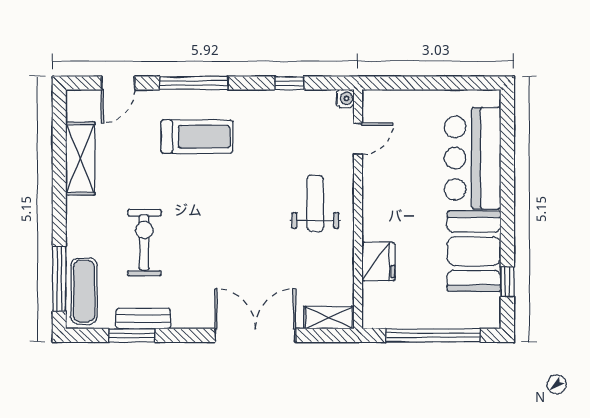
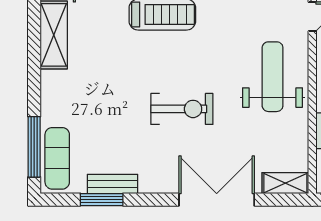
weight bench: (315, 203) -> (273, 77), width x1.36, depth x1.33
exercise bike: (144, 243) -> (182, 109), moved, turned 90

